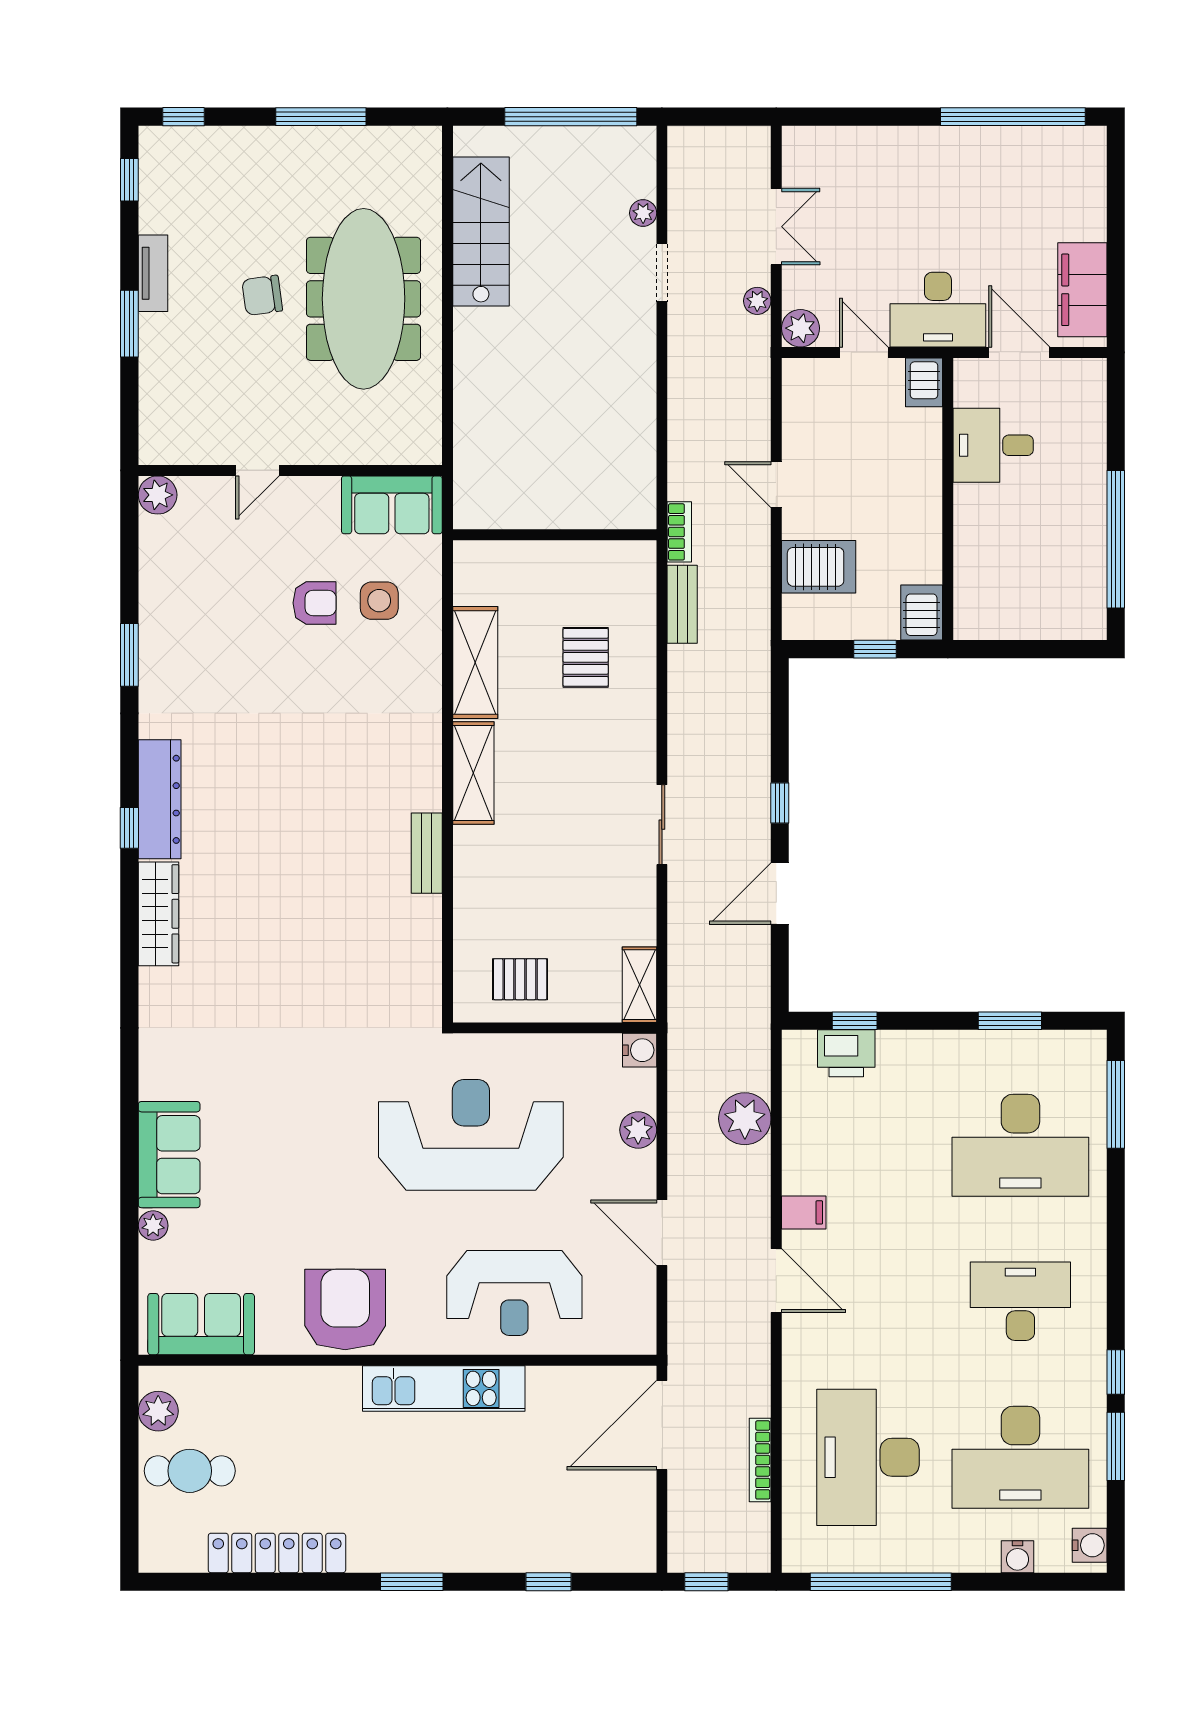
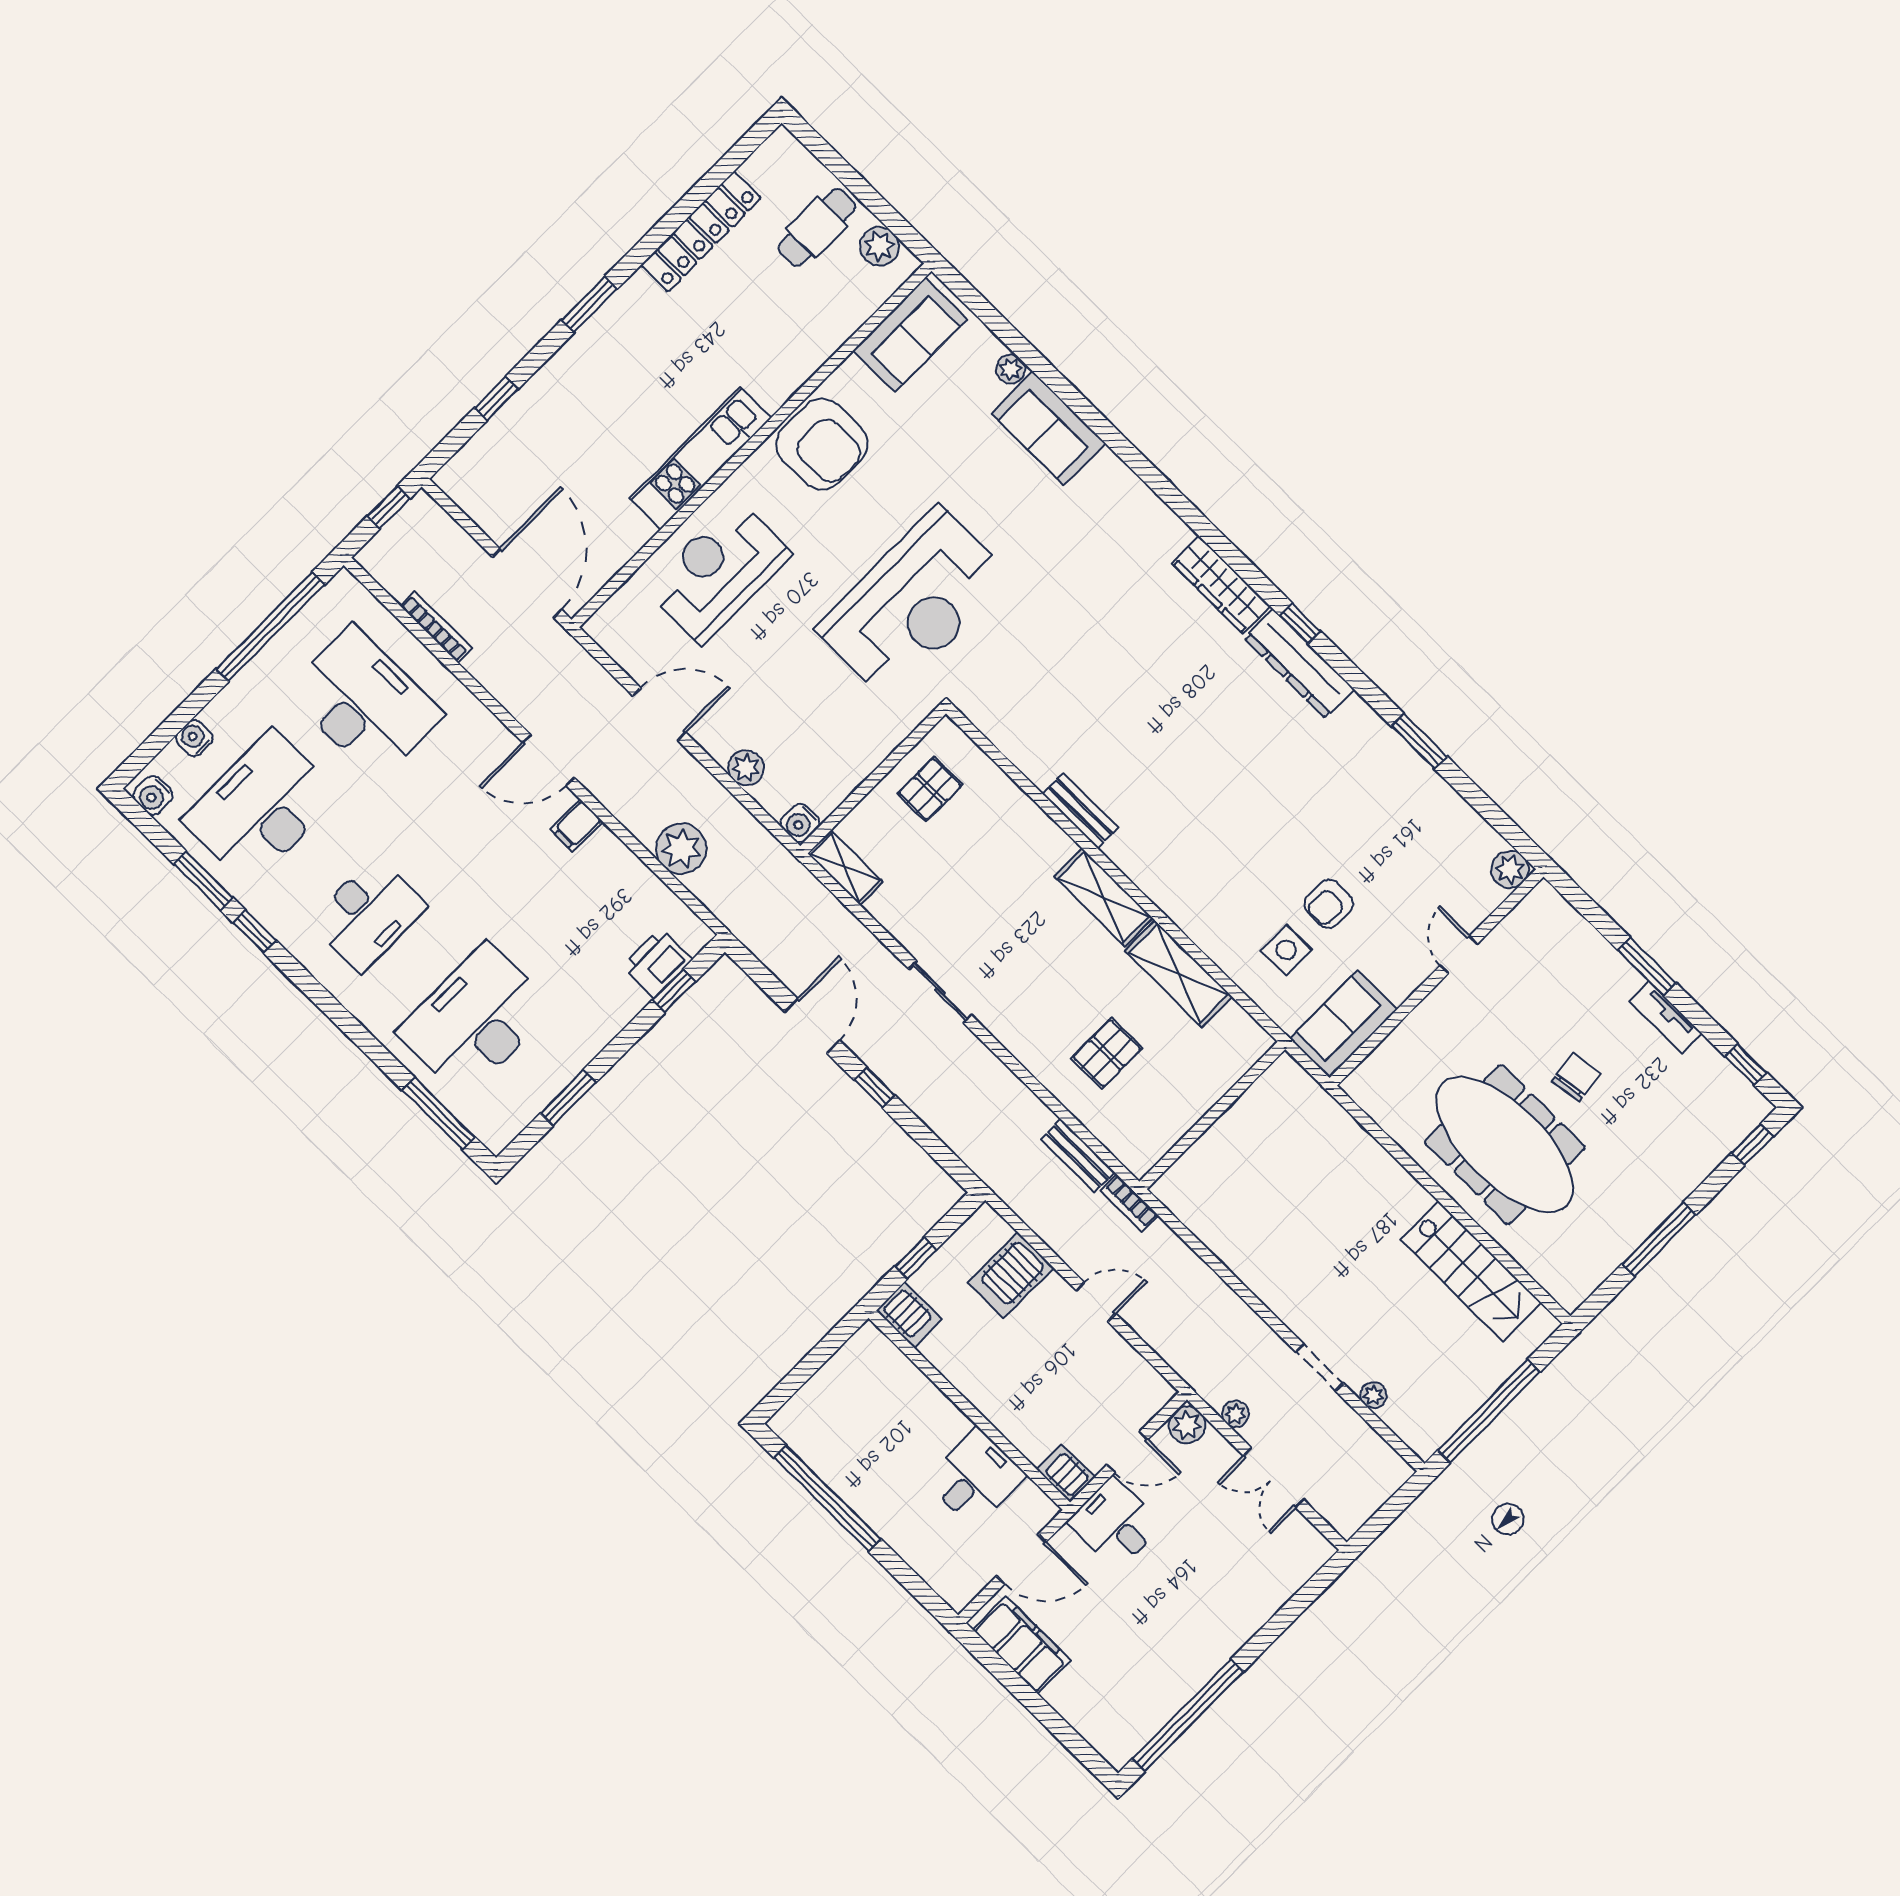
desk: (938, 310) -> (1115, 1523), width x0.73
pallet: (586, 657) -> (1107, 1053), turned 90
reception desk: (471, 1135) -> (914, 603), moved

